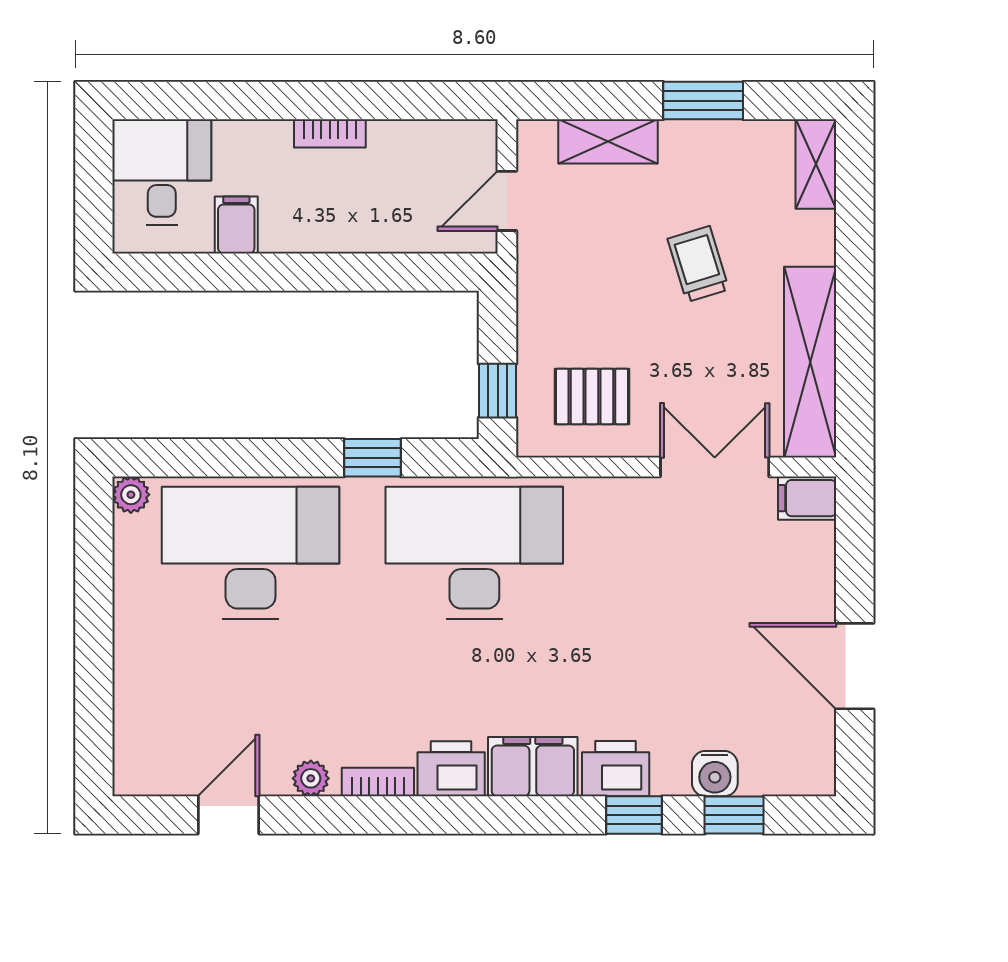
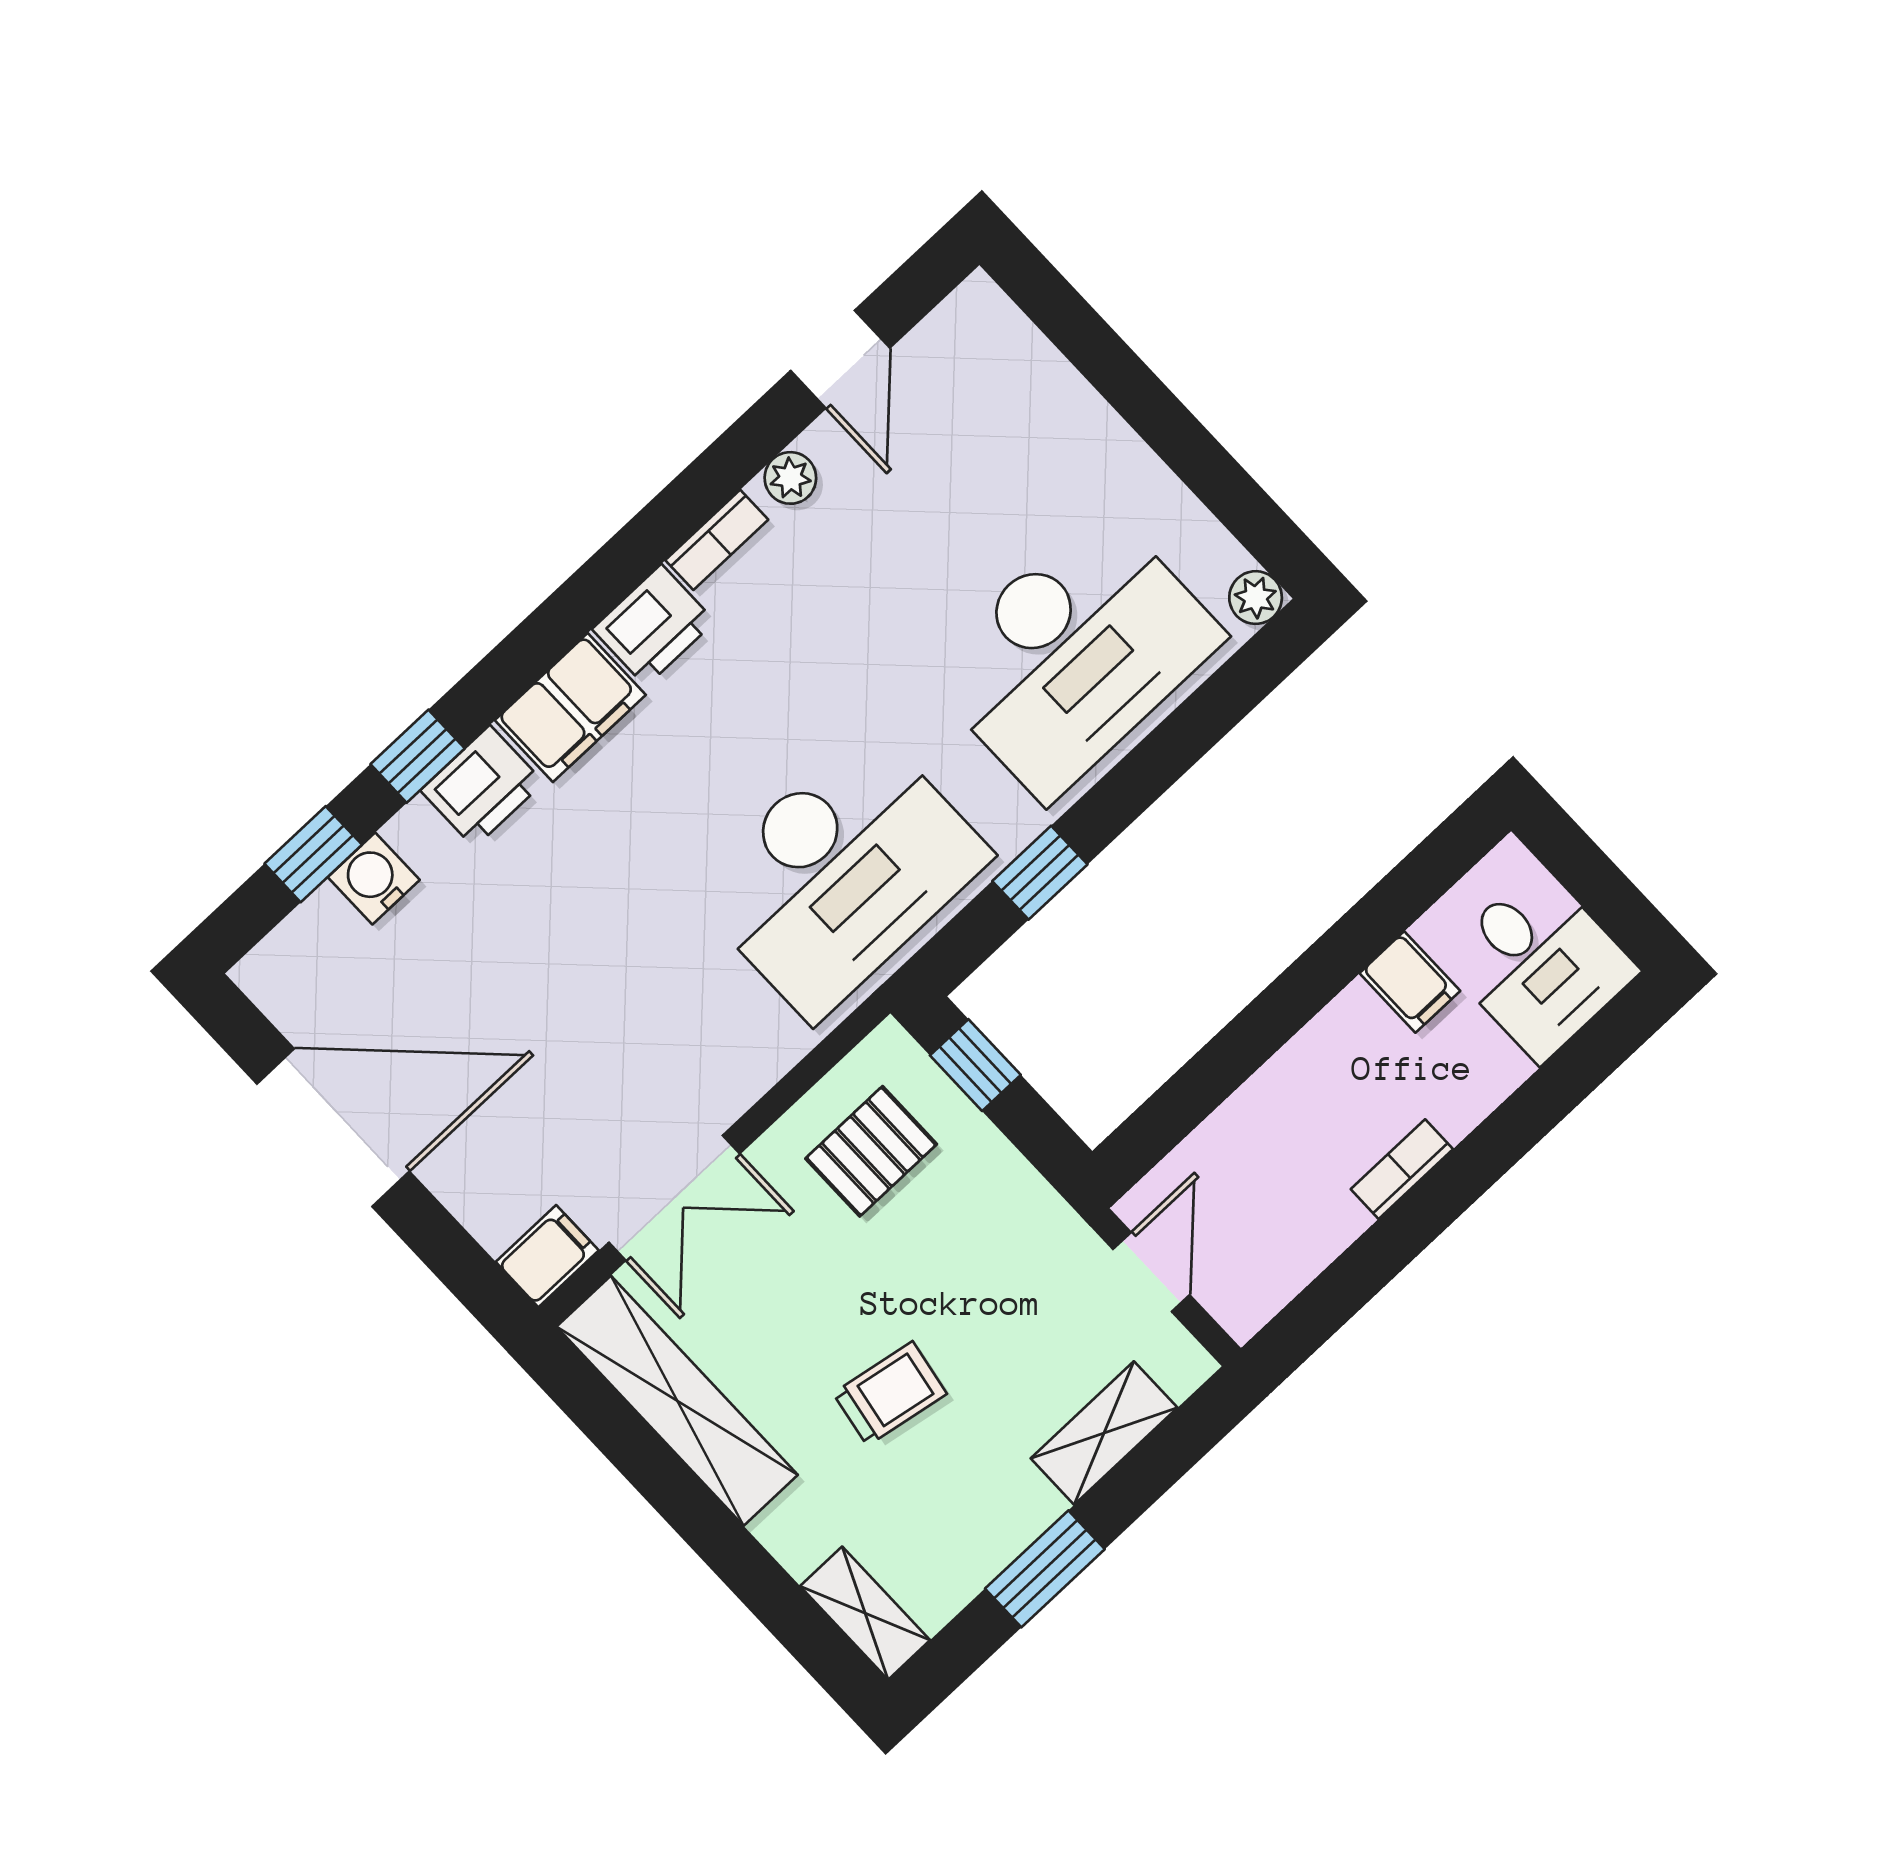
trolley: (698, 264) -> (890, 1394), turned -63
door: (855, 666) -> (333, 1128), width x1.36

